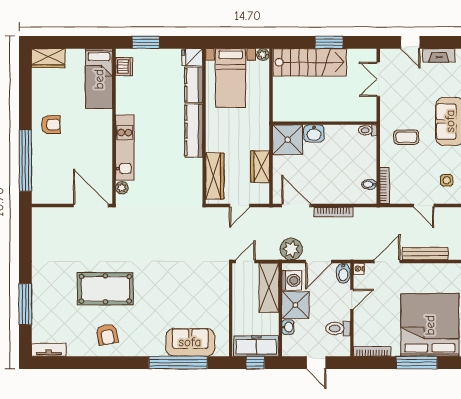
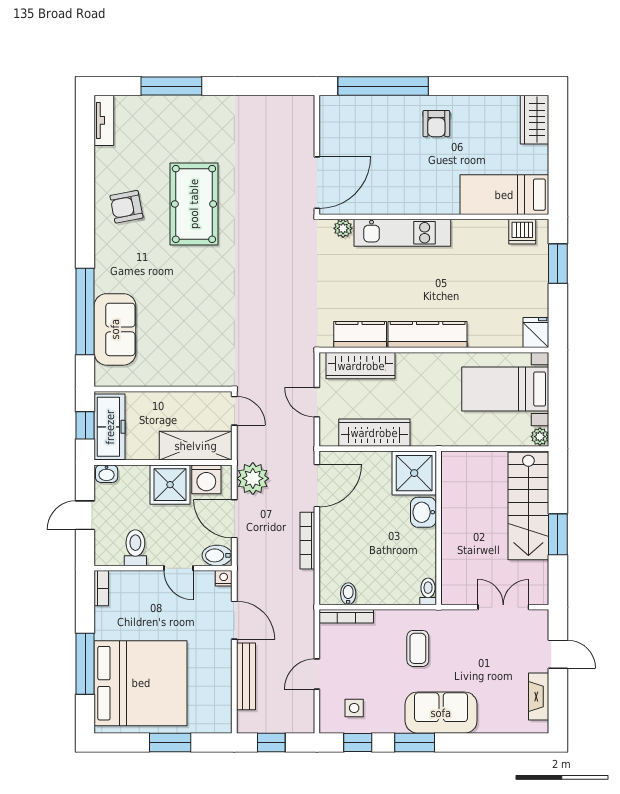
door: (410, 42) -> (558, 654), swing flipped
kitchen counter: (194, 85) -> (360, 335), moved
wardrobe: (260, 167) -> (374, 433), width x1.50
washbasin: (288, 327) -> (107, 474), moved
bookcase: (372, 352) -> (101, 588), width x0.64

